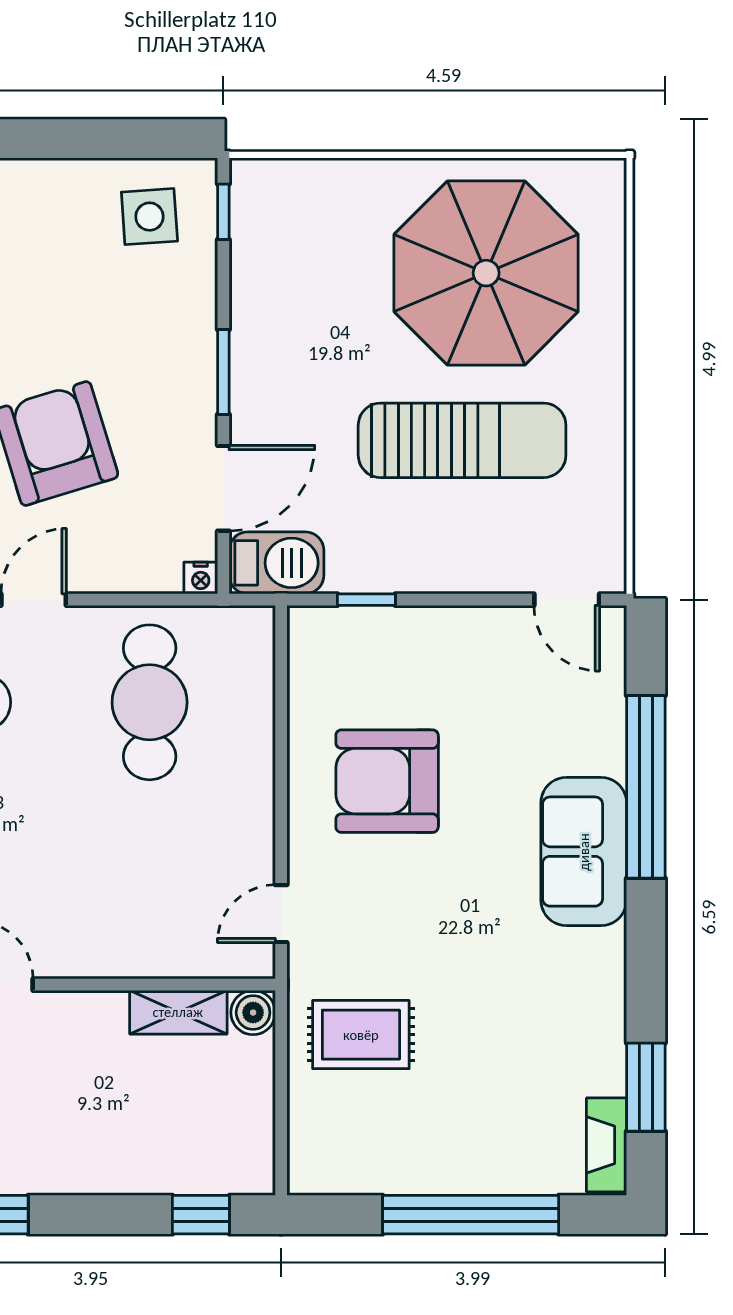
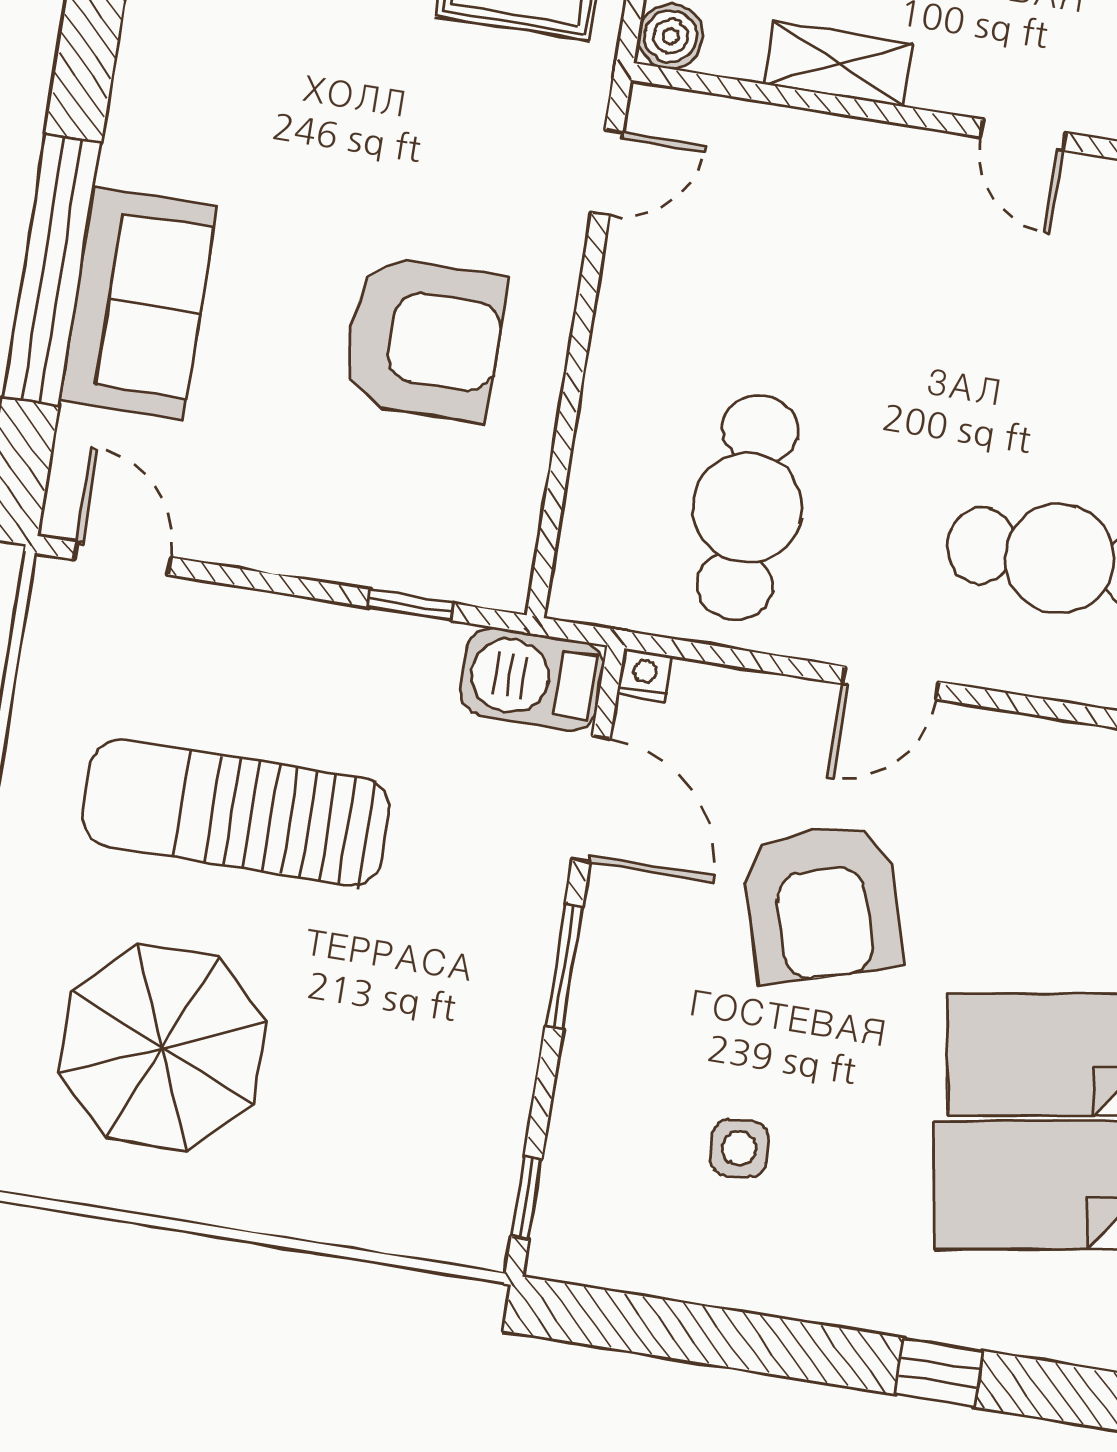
side table: (149, 217) -> (739, 1148), moved, width x0.73, depth x0.73
parasol: (486, 273) -> (162, 1048), width x0.73, depth x0.73
door: (223, 488) -> (591, 799), swing flipped
sofa: (584, 852) -> (138, 303), moved
shelving: (178, 1012) -> (838, 64), moved

